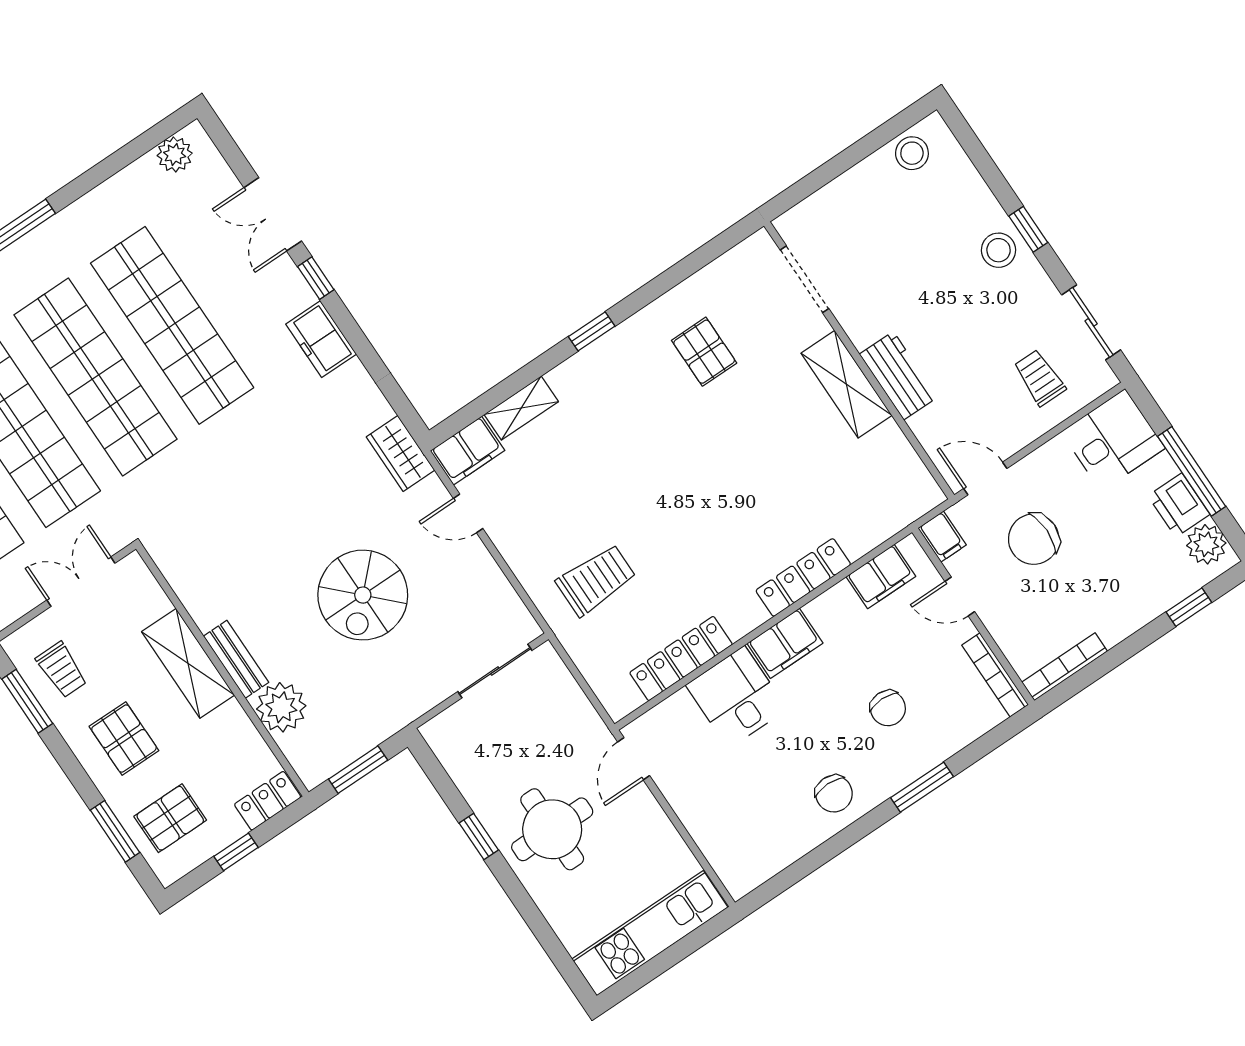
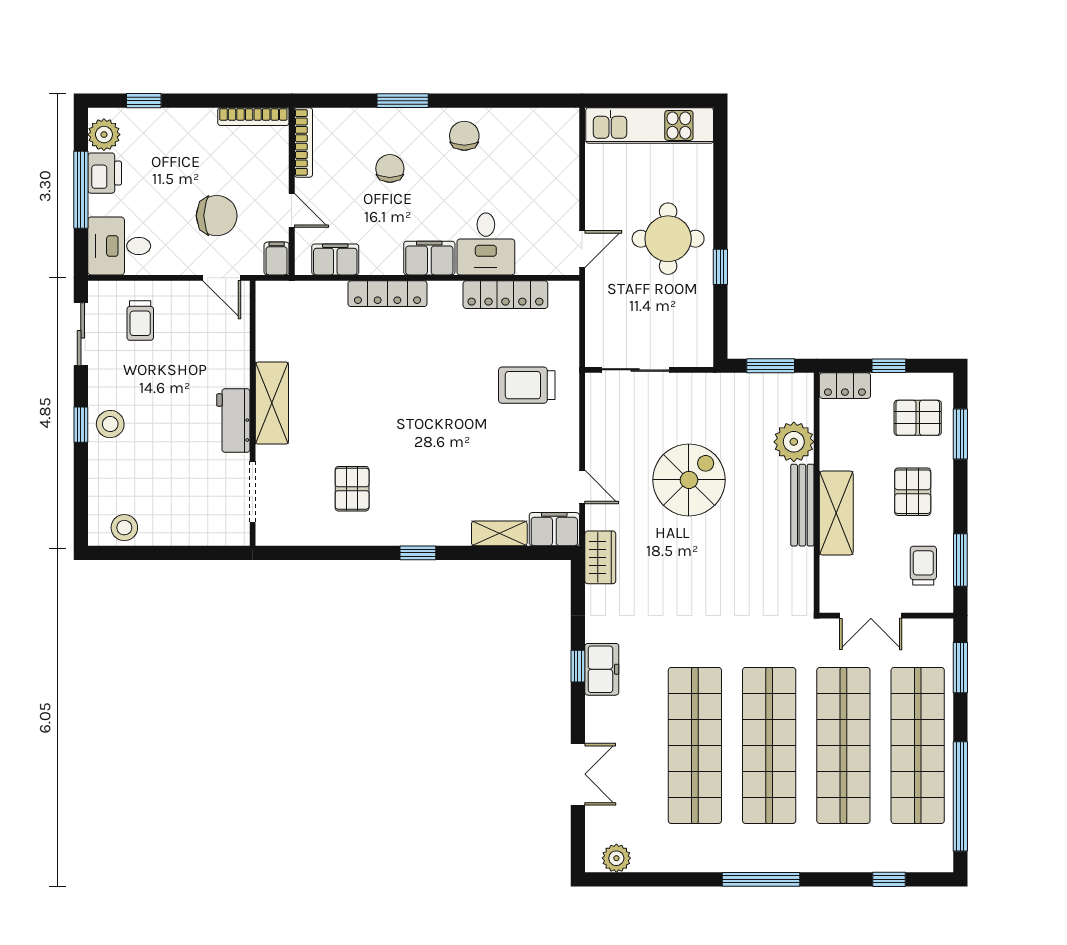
window: (316, 278) -> (578, 666), moved
workbench: (898, 376) -> (233, 420), moved
bench: (236, 659) -> (802, 505), width x1.36

